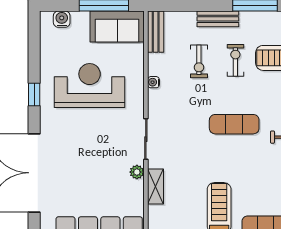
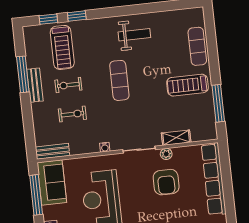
bench: (218, 19) -> (35, 85), moved
water cooler: (153, 82) -> (105, 147), moved
armchair: (102, 168) -> (166, 182), added

